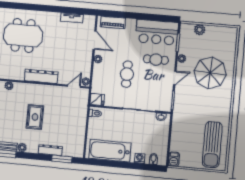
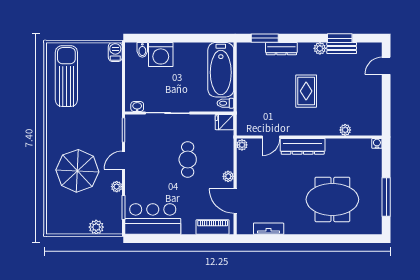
cafe table: (156, 60) -> (151, 182), removed
door: (74, 86) -> (271, 137), moved
bathtub: (110, 151) -> (221, 70), moved, turned 90
washing machine: (140, 158) -> (161, 55), width x1.89, depth x1.89

